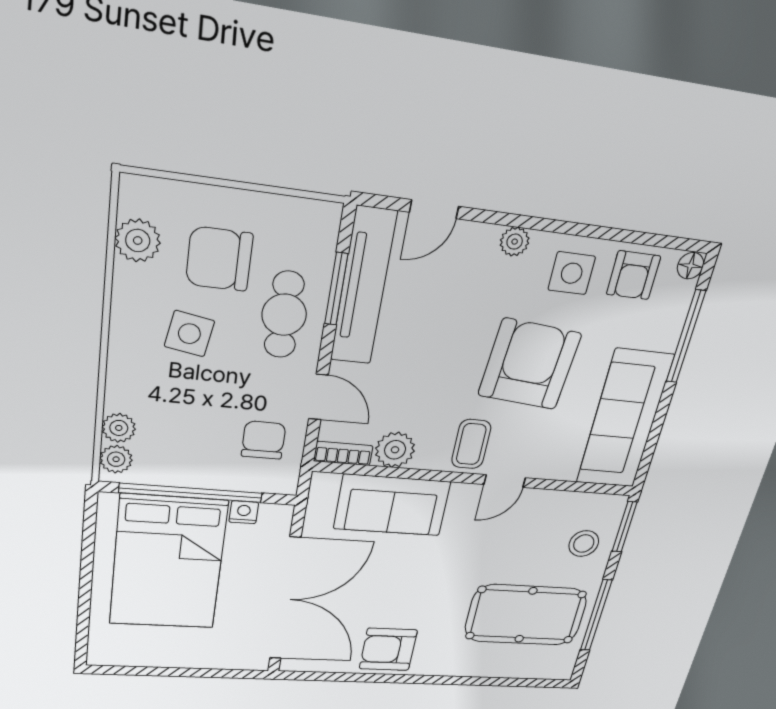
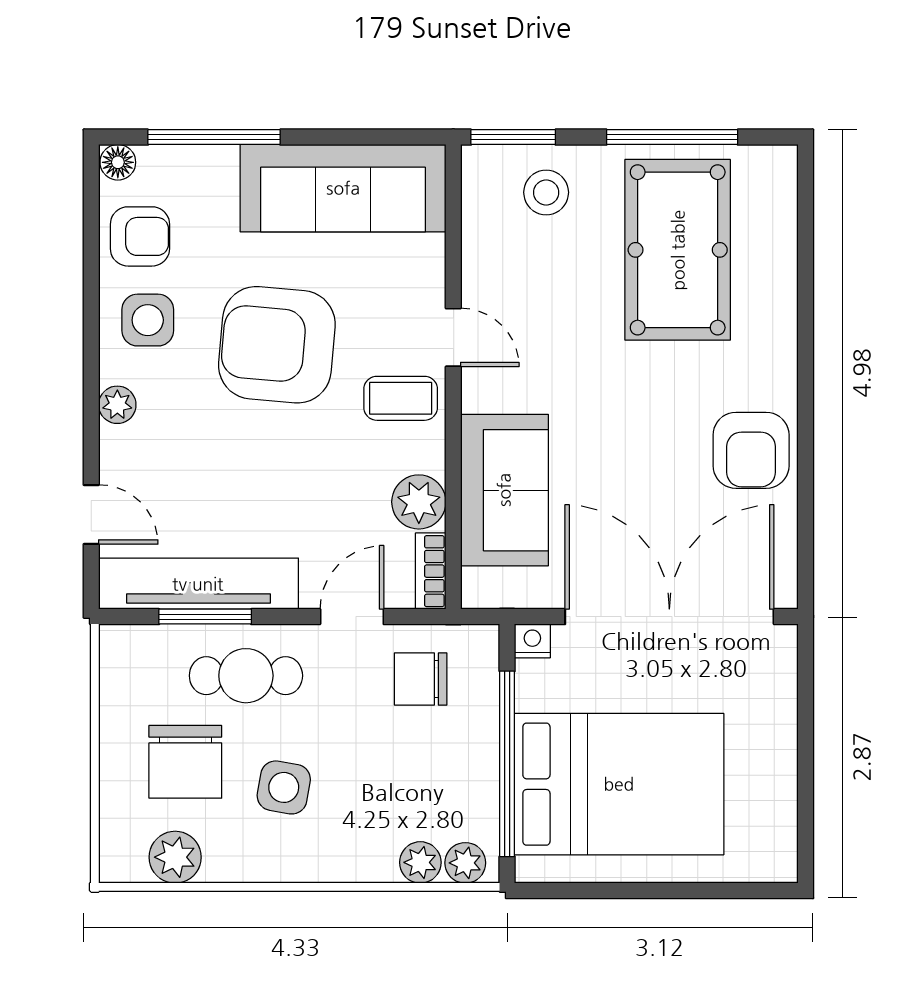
nightstand: (244, 512) -> (532, 641), moved, turned 90

